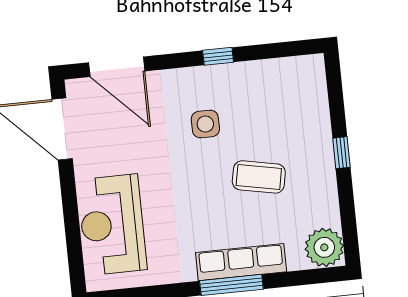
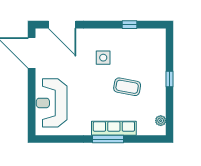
window: (218, 56) -> (130, 25), moved
plant: (324, 247) -> (161, 121), width x0.53, depth x0.53

